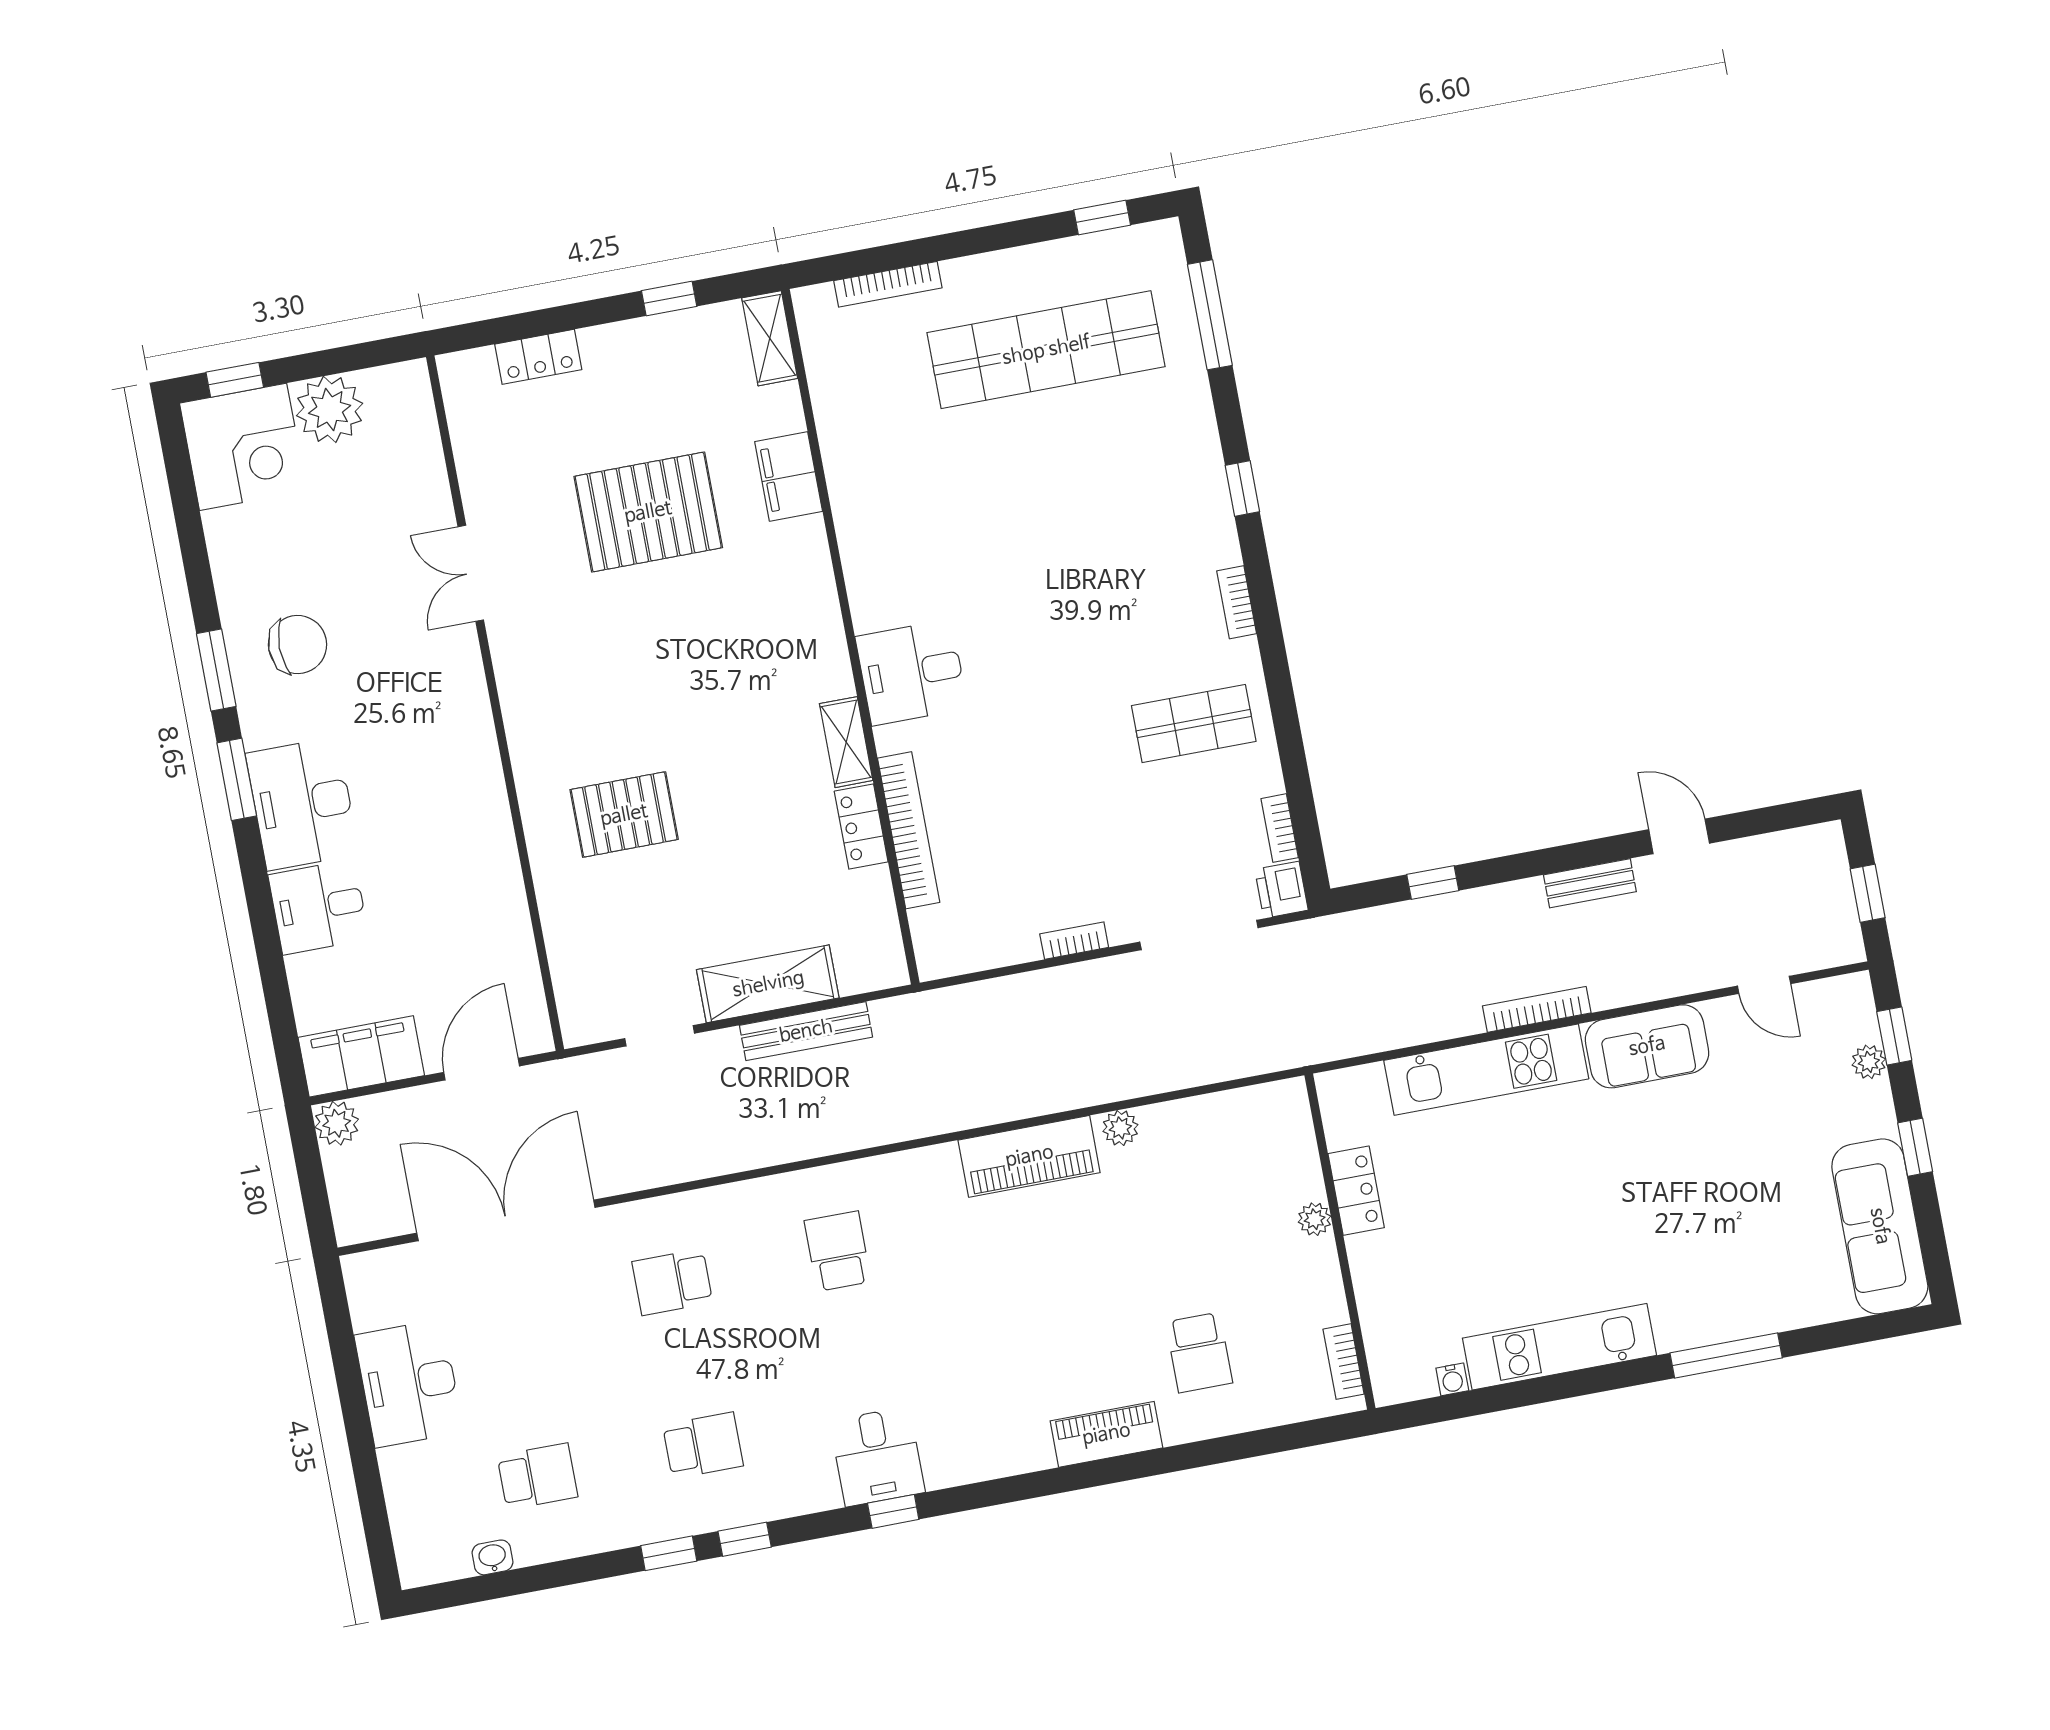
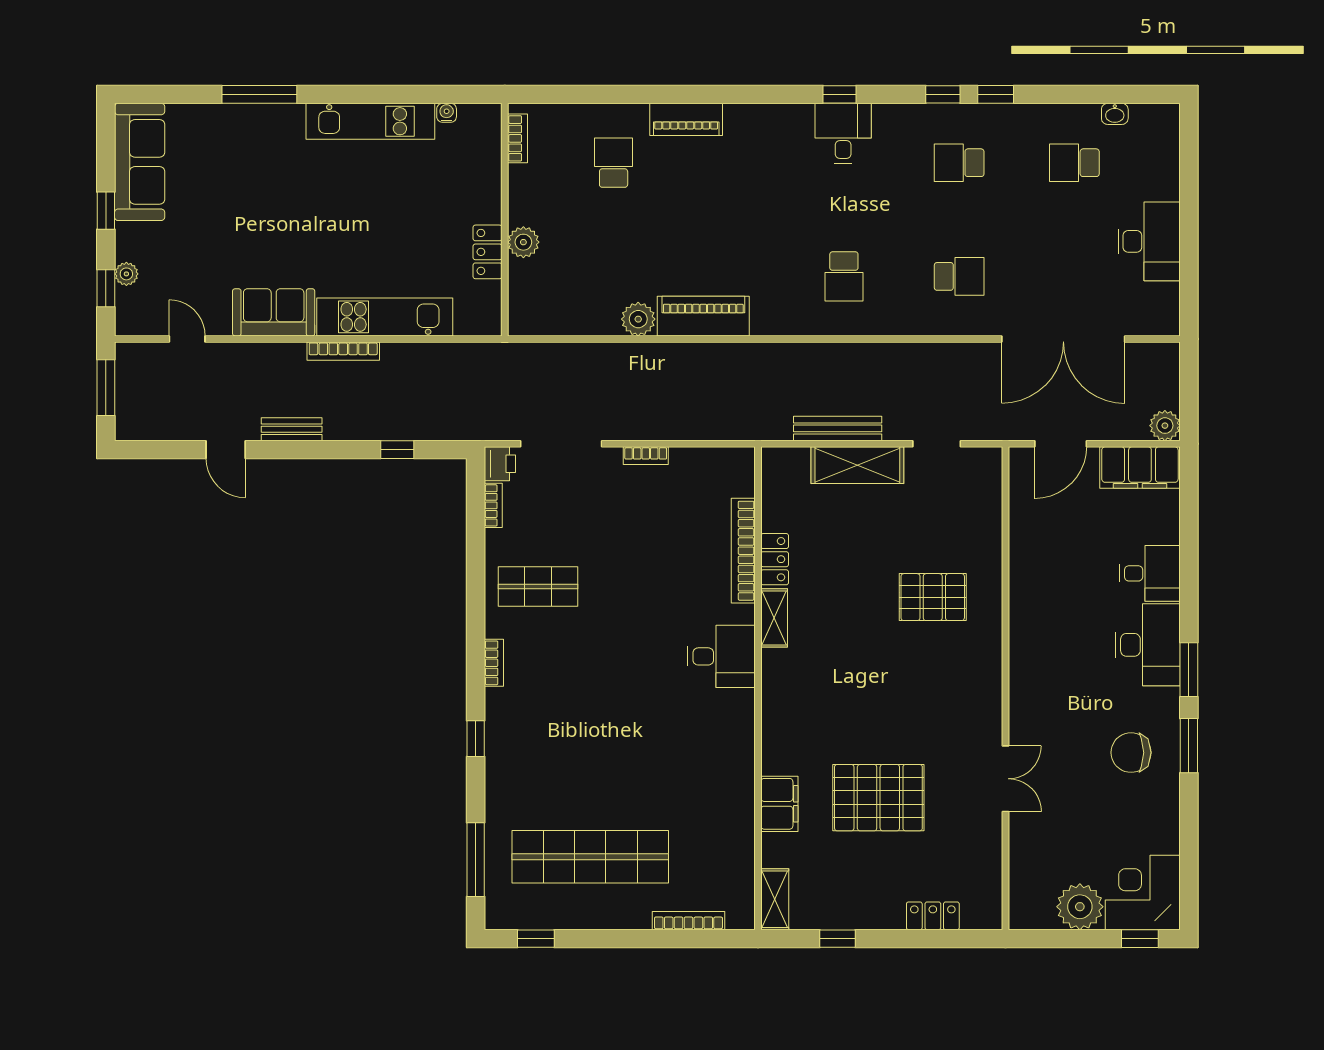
window: (1868, 893) -> (106, 388), width x1.50
plant: (1120, 1128) -> (638, 319), width x1.38, depth x1.38
plant: (1315, 1219) -> (523, 242), width x1.38, depth x1.38

